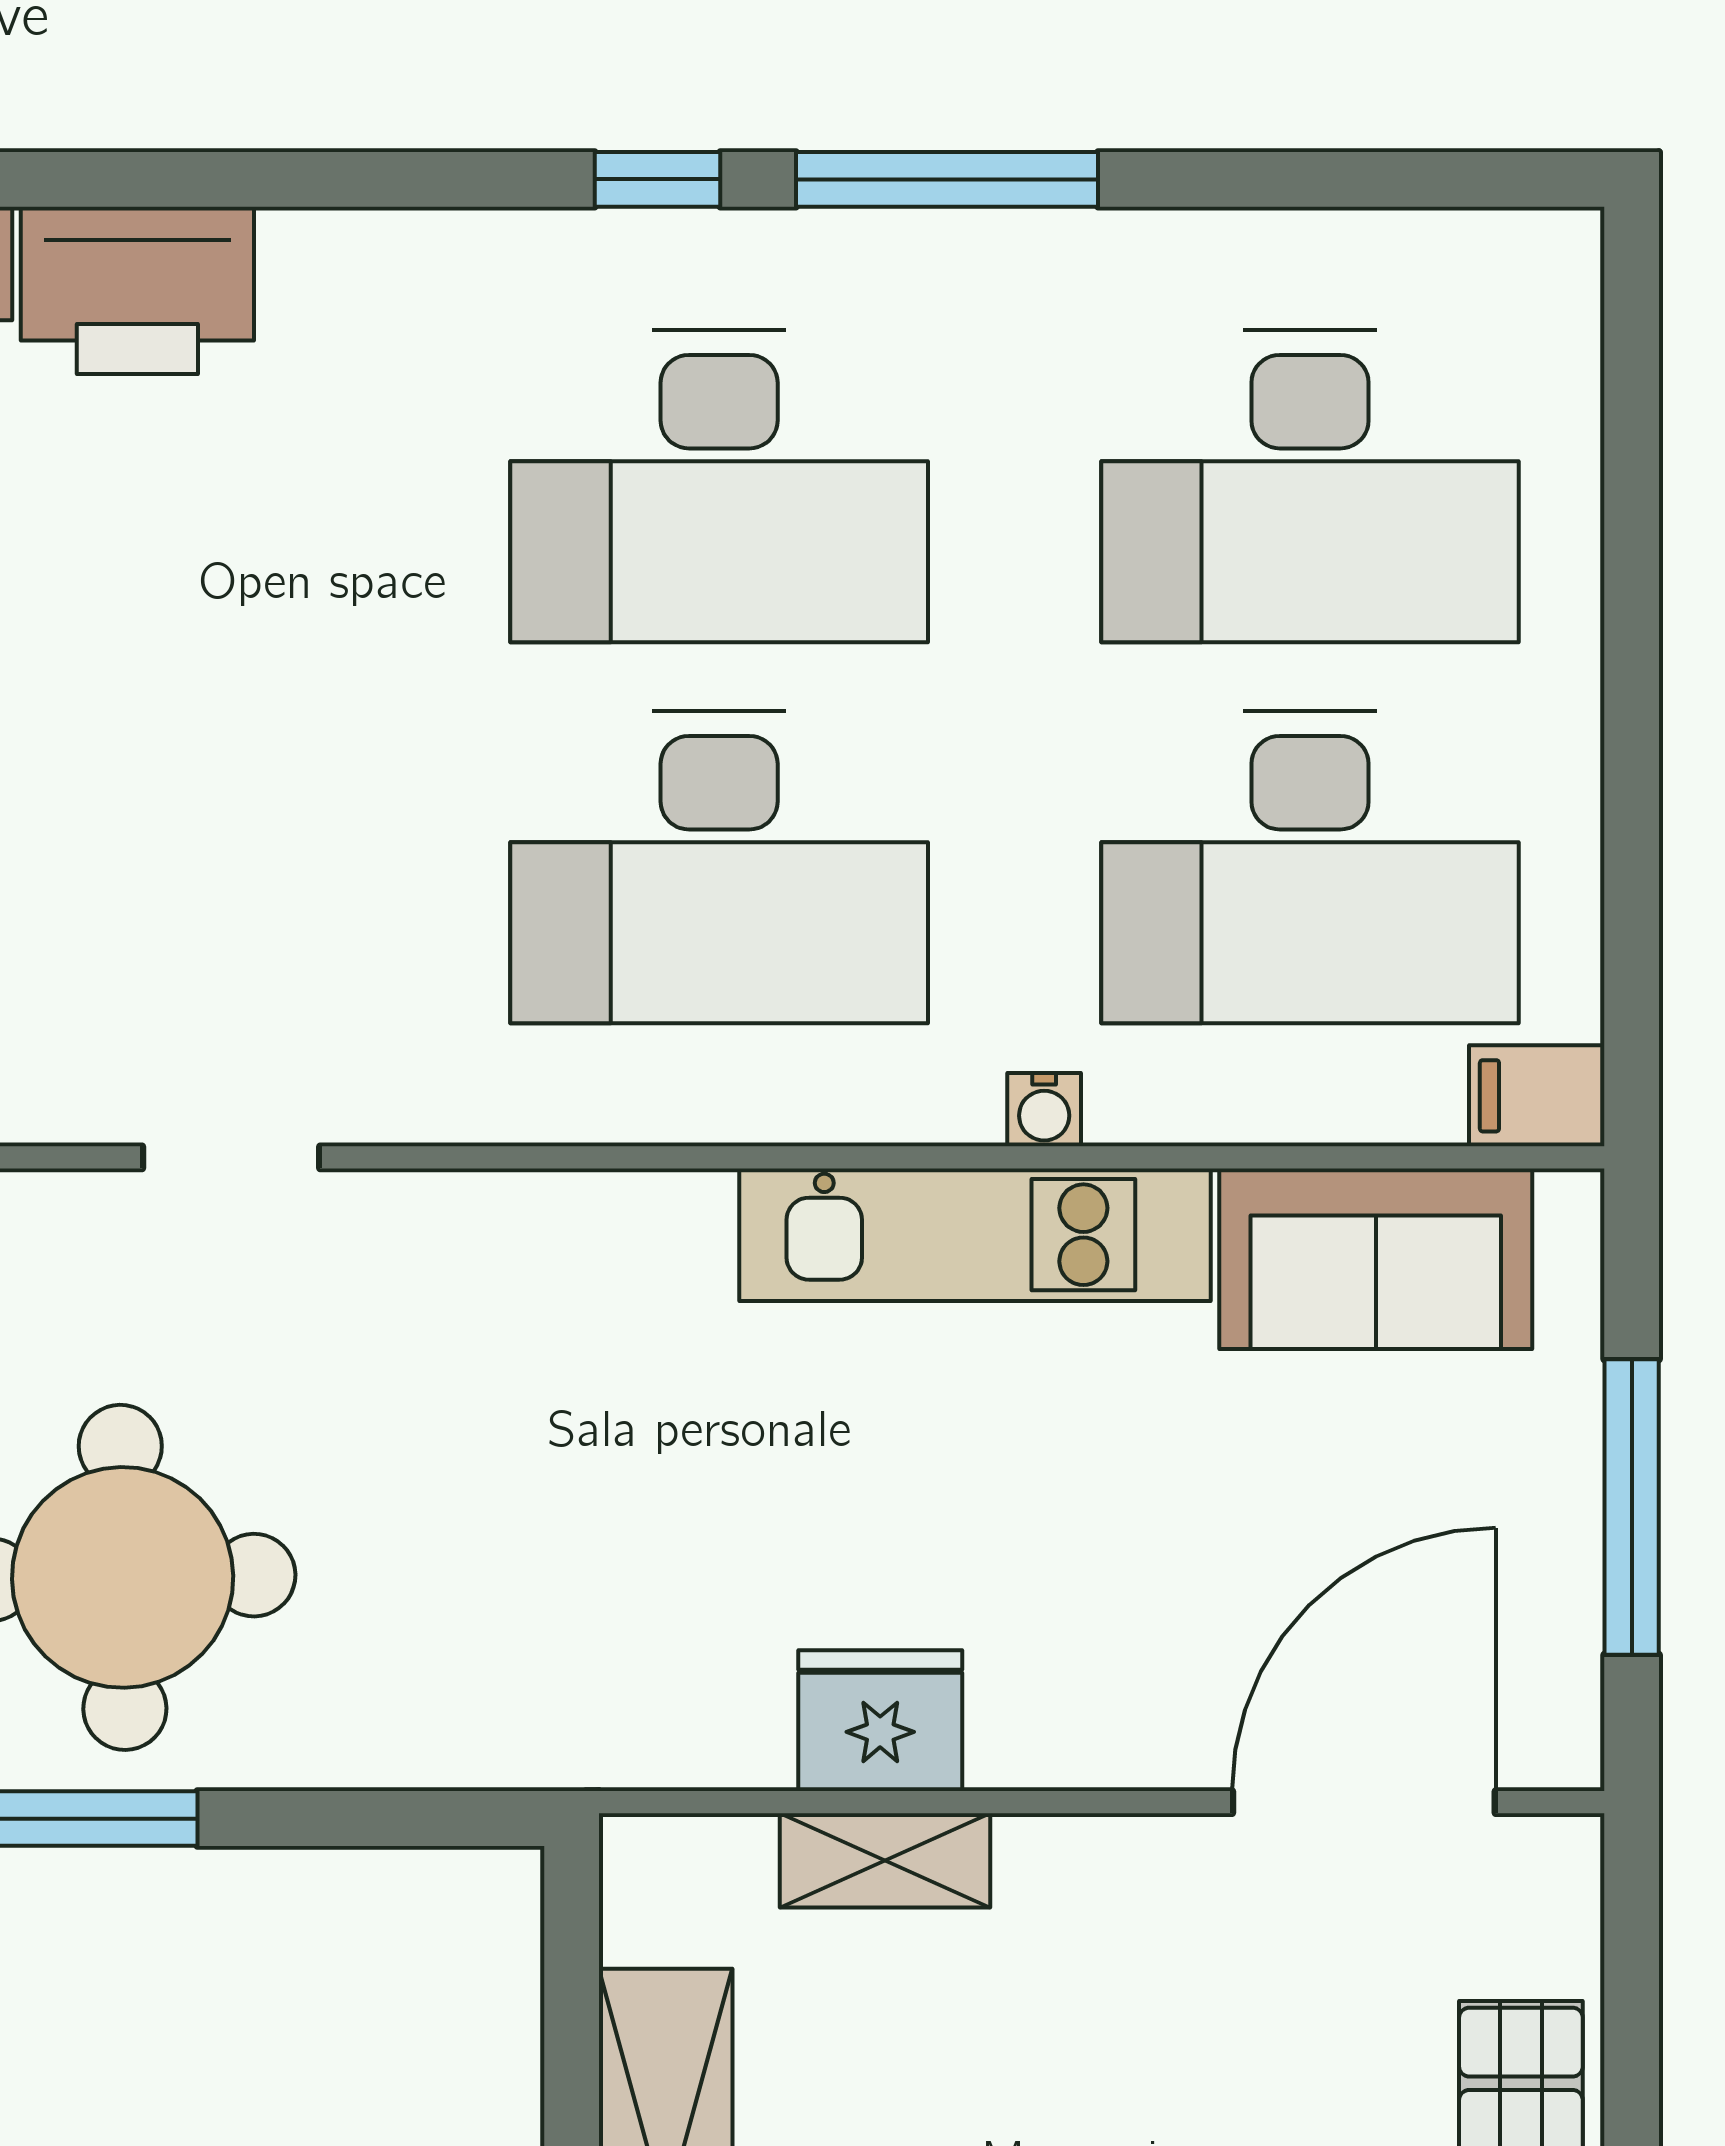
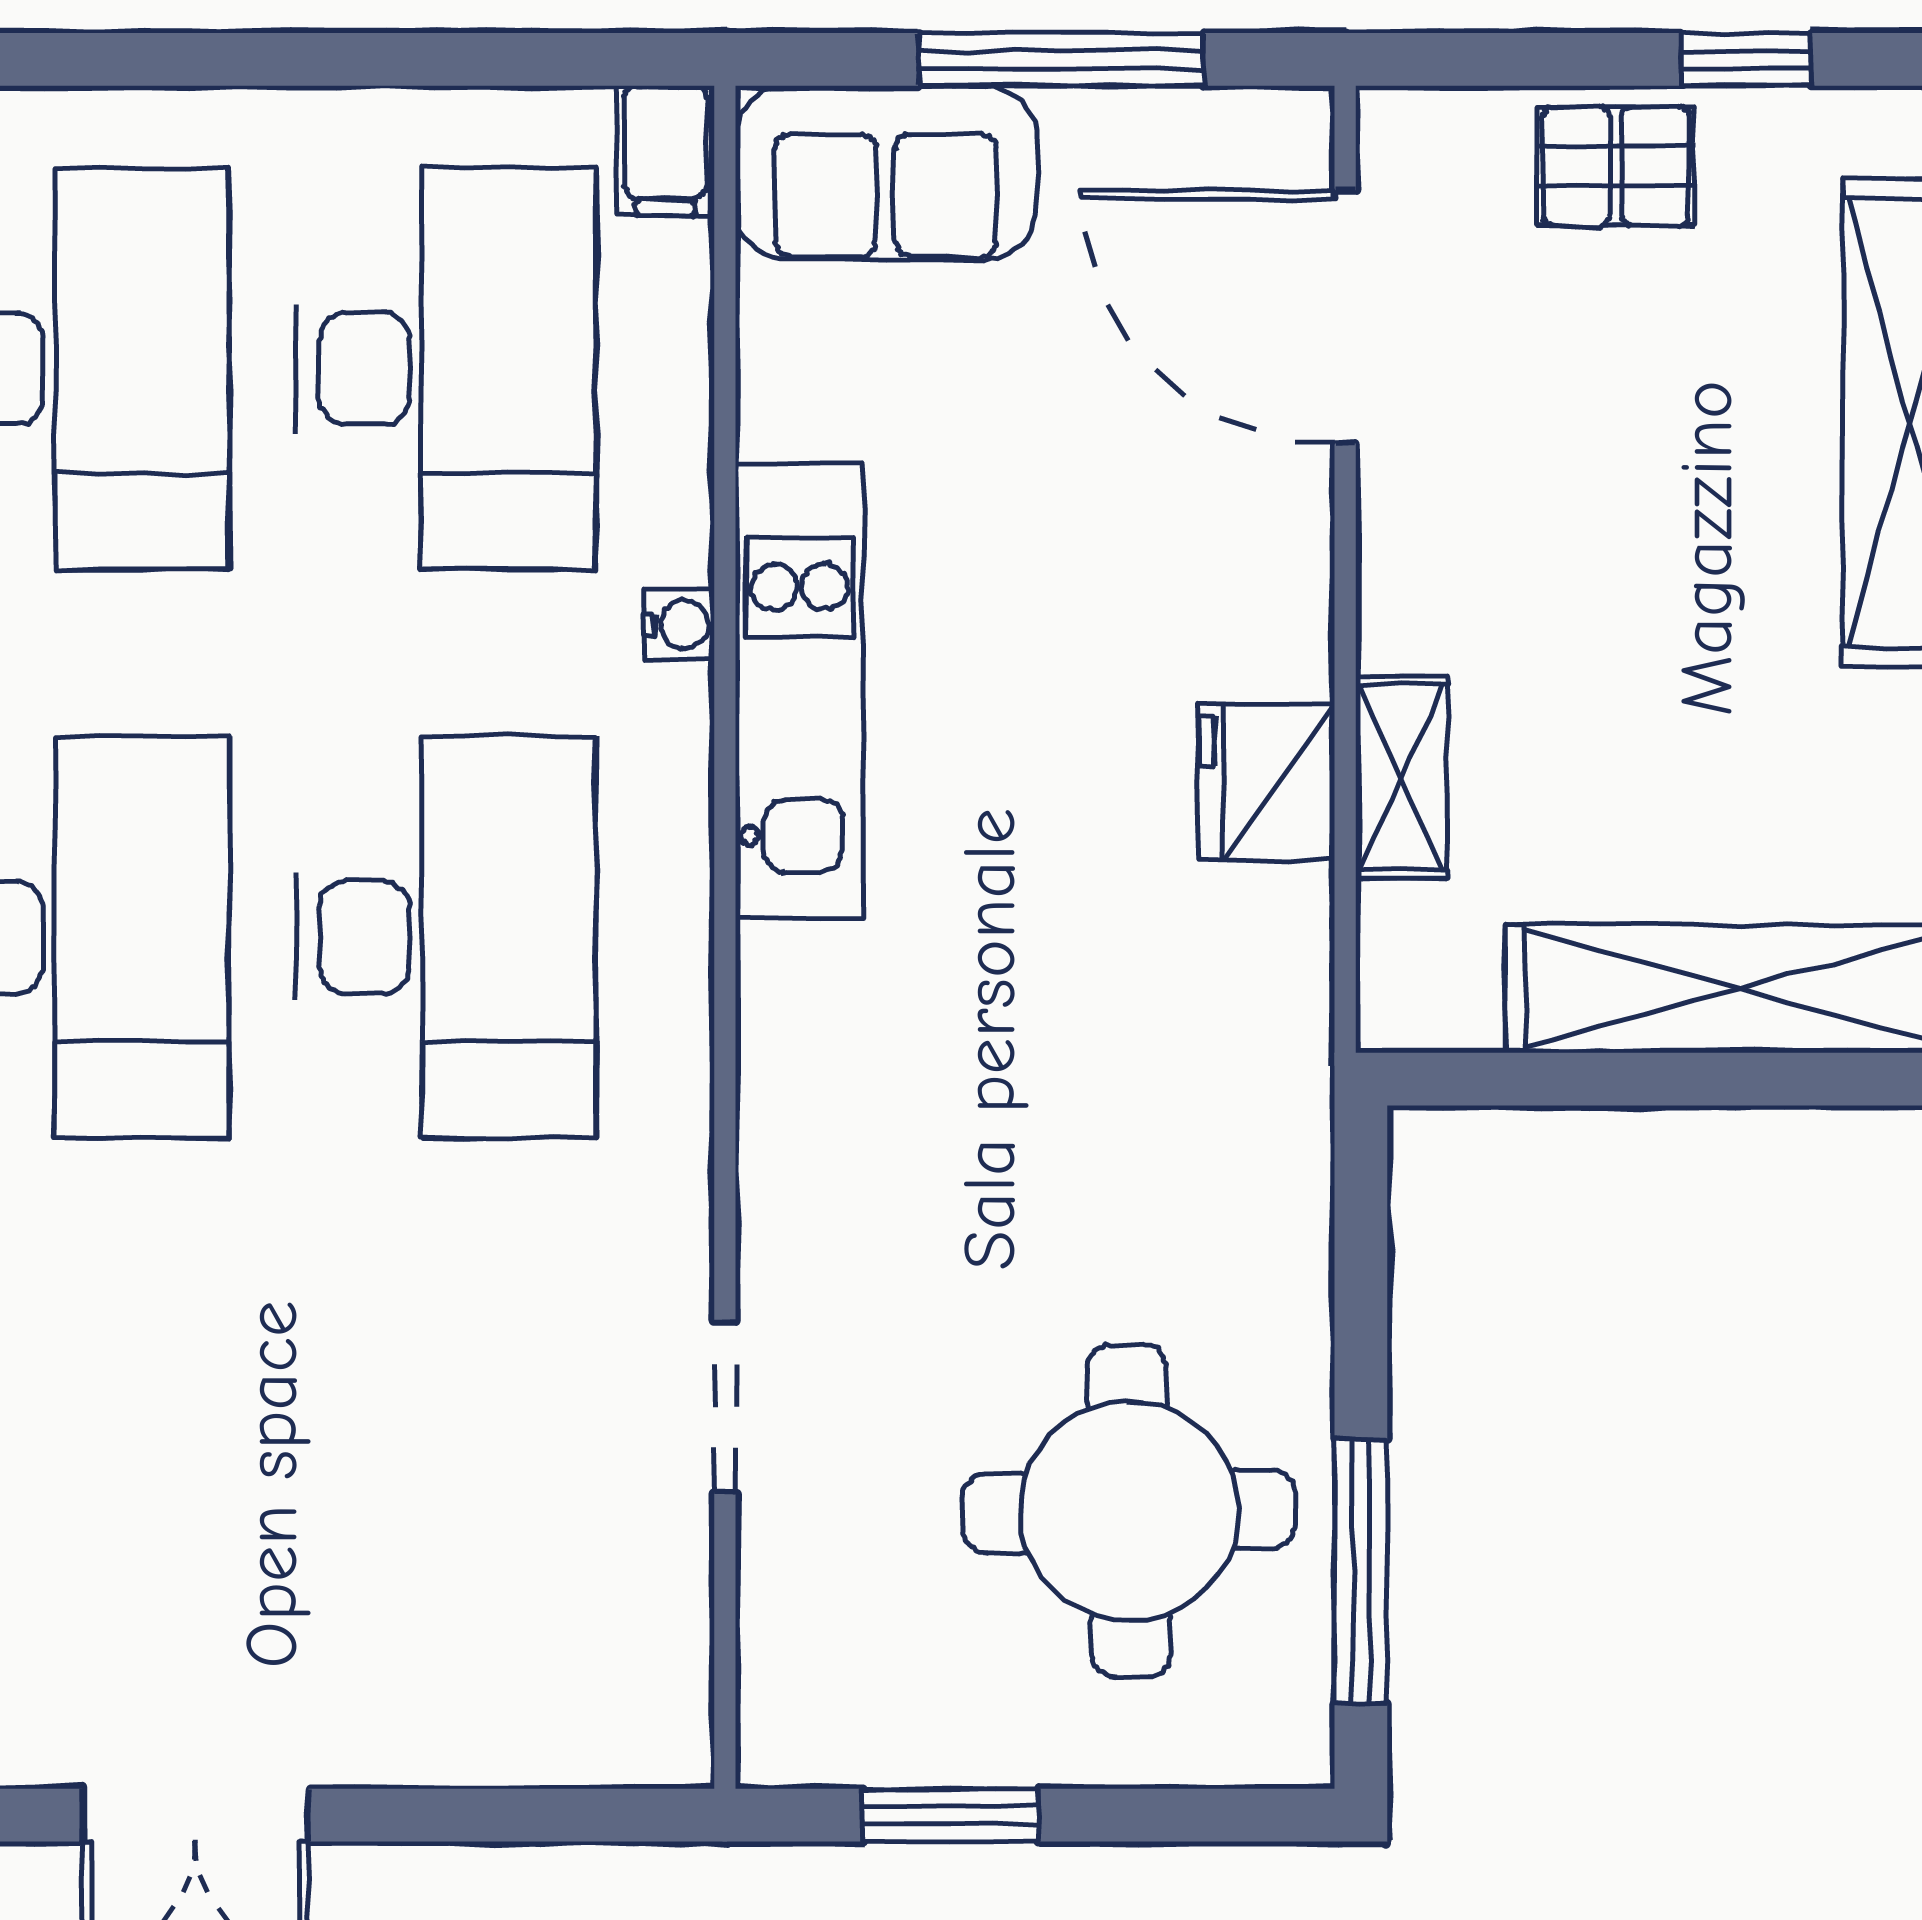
sofa: (1376, 1259) -> (886, 173), moved, turned 90

